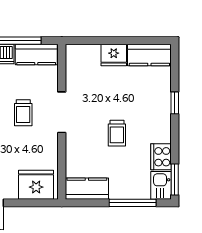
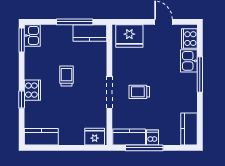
fridge: (114, 55) -> (95, 137), moved
trolley: (23, 113) -> (139, 92), turned -90
cooker: (161, 157) -> (32, 90), moved
window: (133, 203) -> (75, 22), moved

